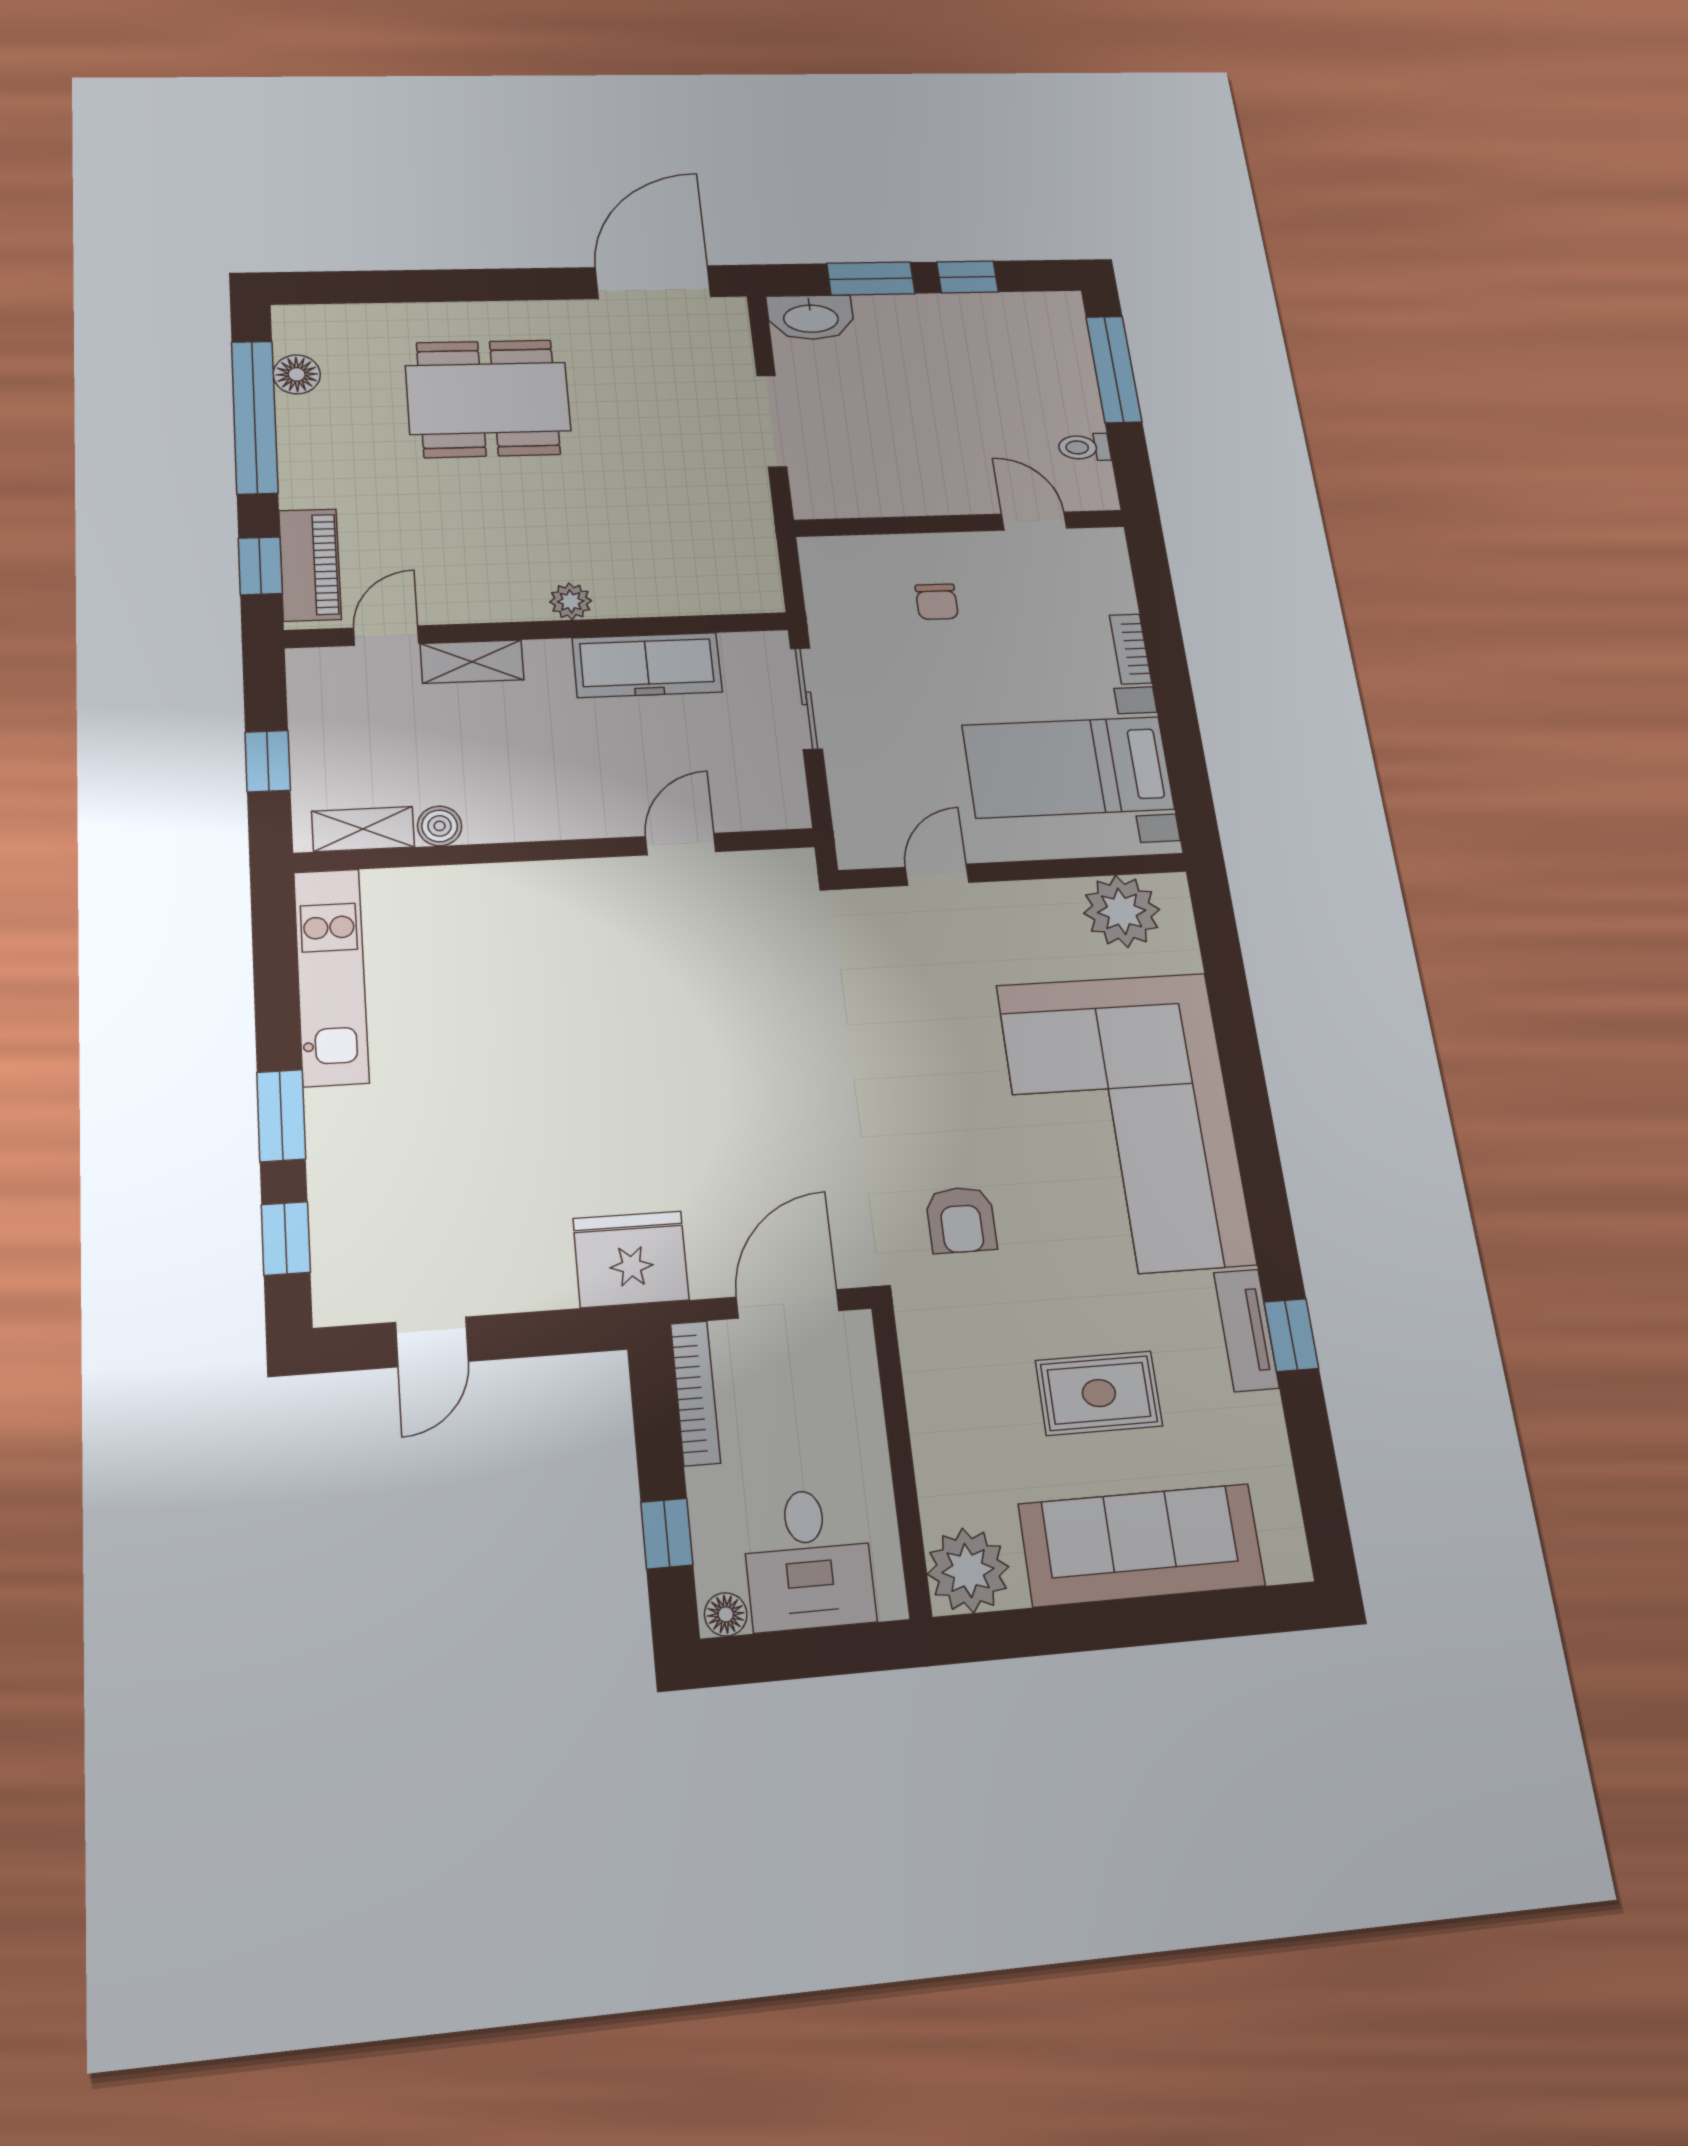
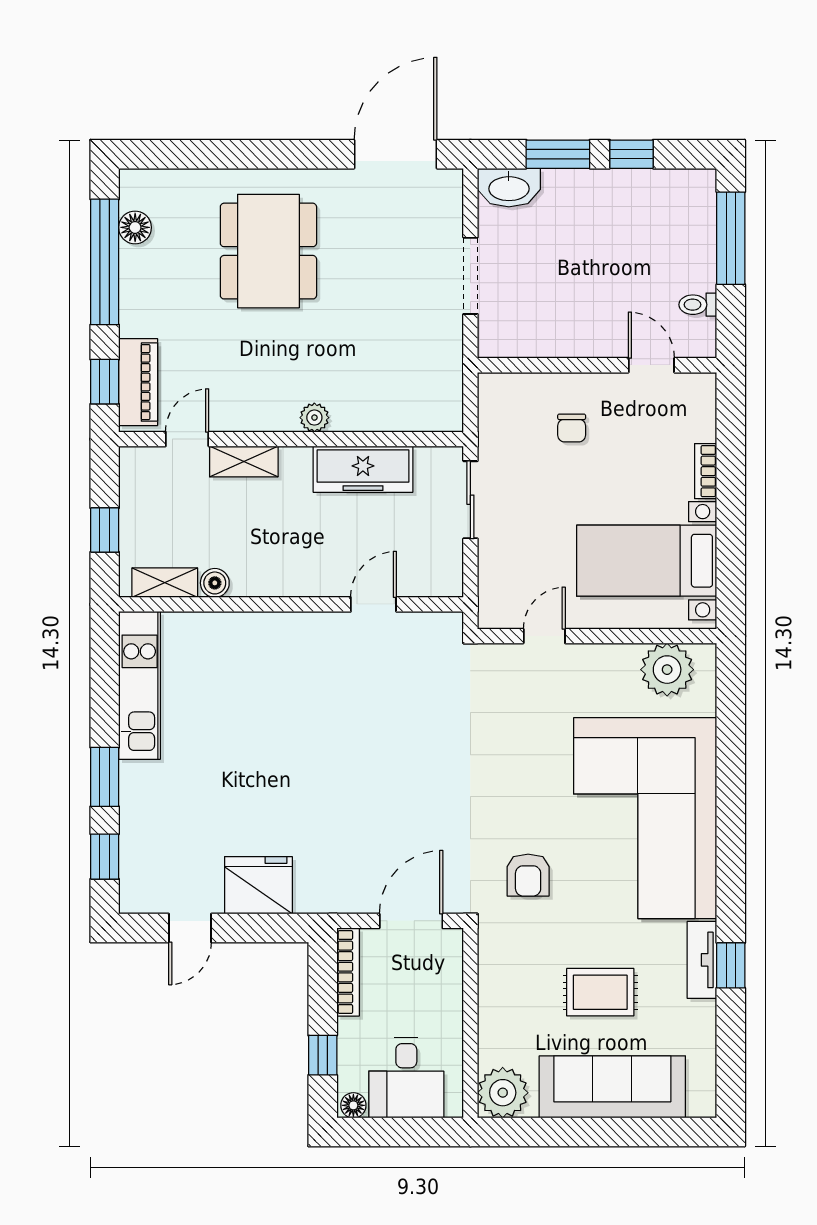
dining table: (488, 398) -> (268, 251), turned 90
fridge: (631, 1259) -> (258, 885), moved

